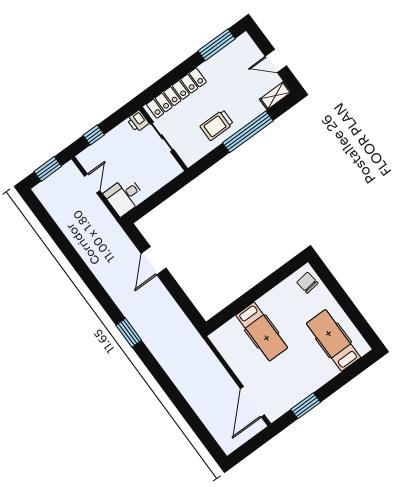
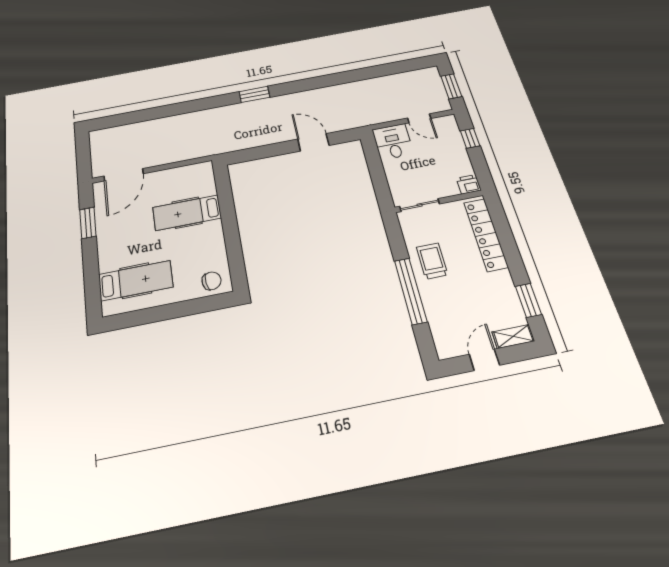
window: (217, 45) -> (528, 300), width x0.69
shelving: (275, 96) -> (513, 337), moved, turned 90
sliding door: (162, 137) -> (420, 205), moved
door: (252, 402) -> (124, 175), swing flipped

